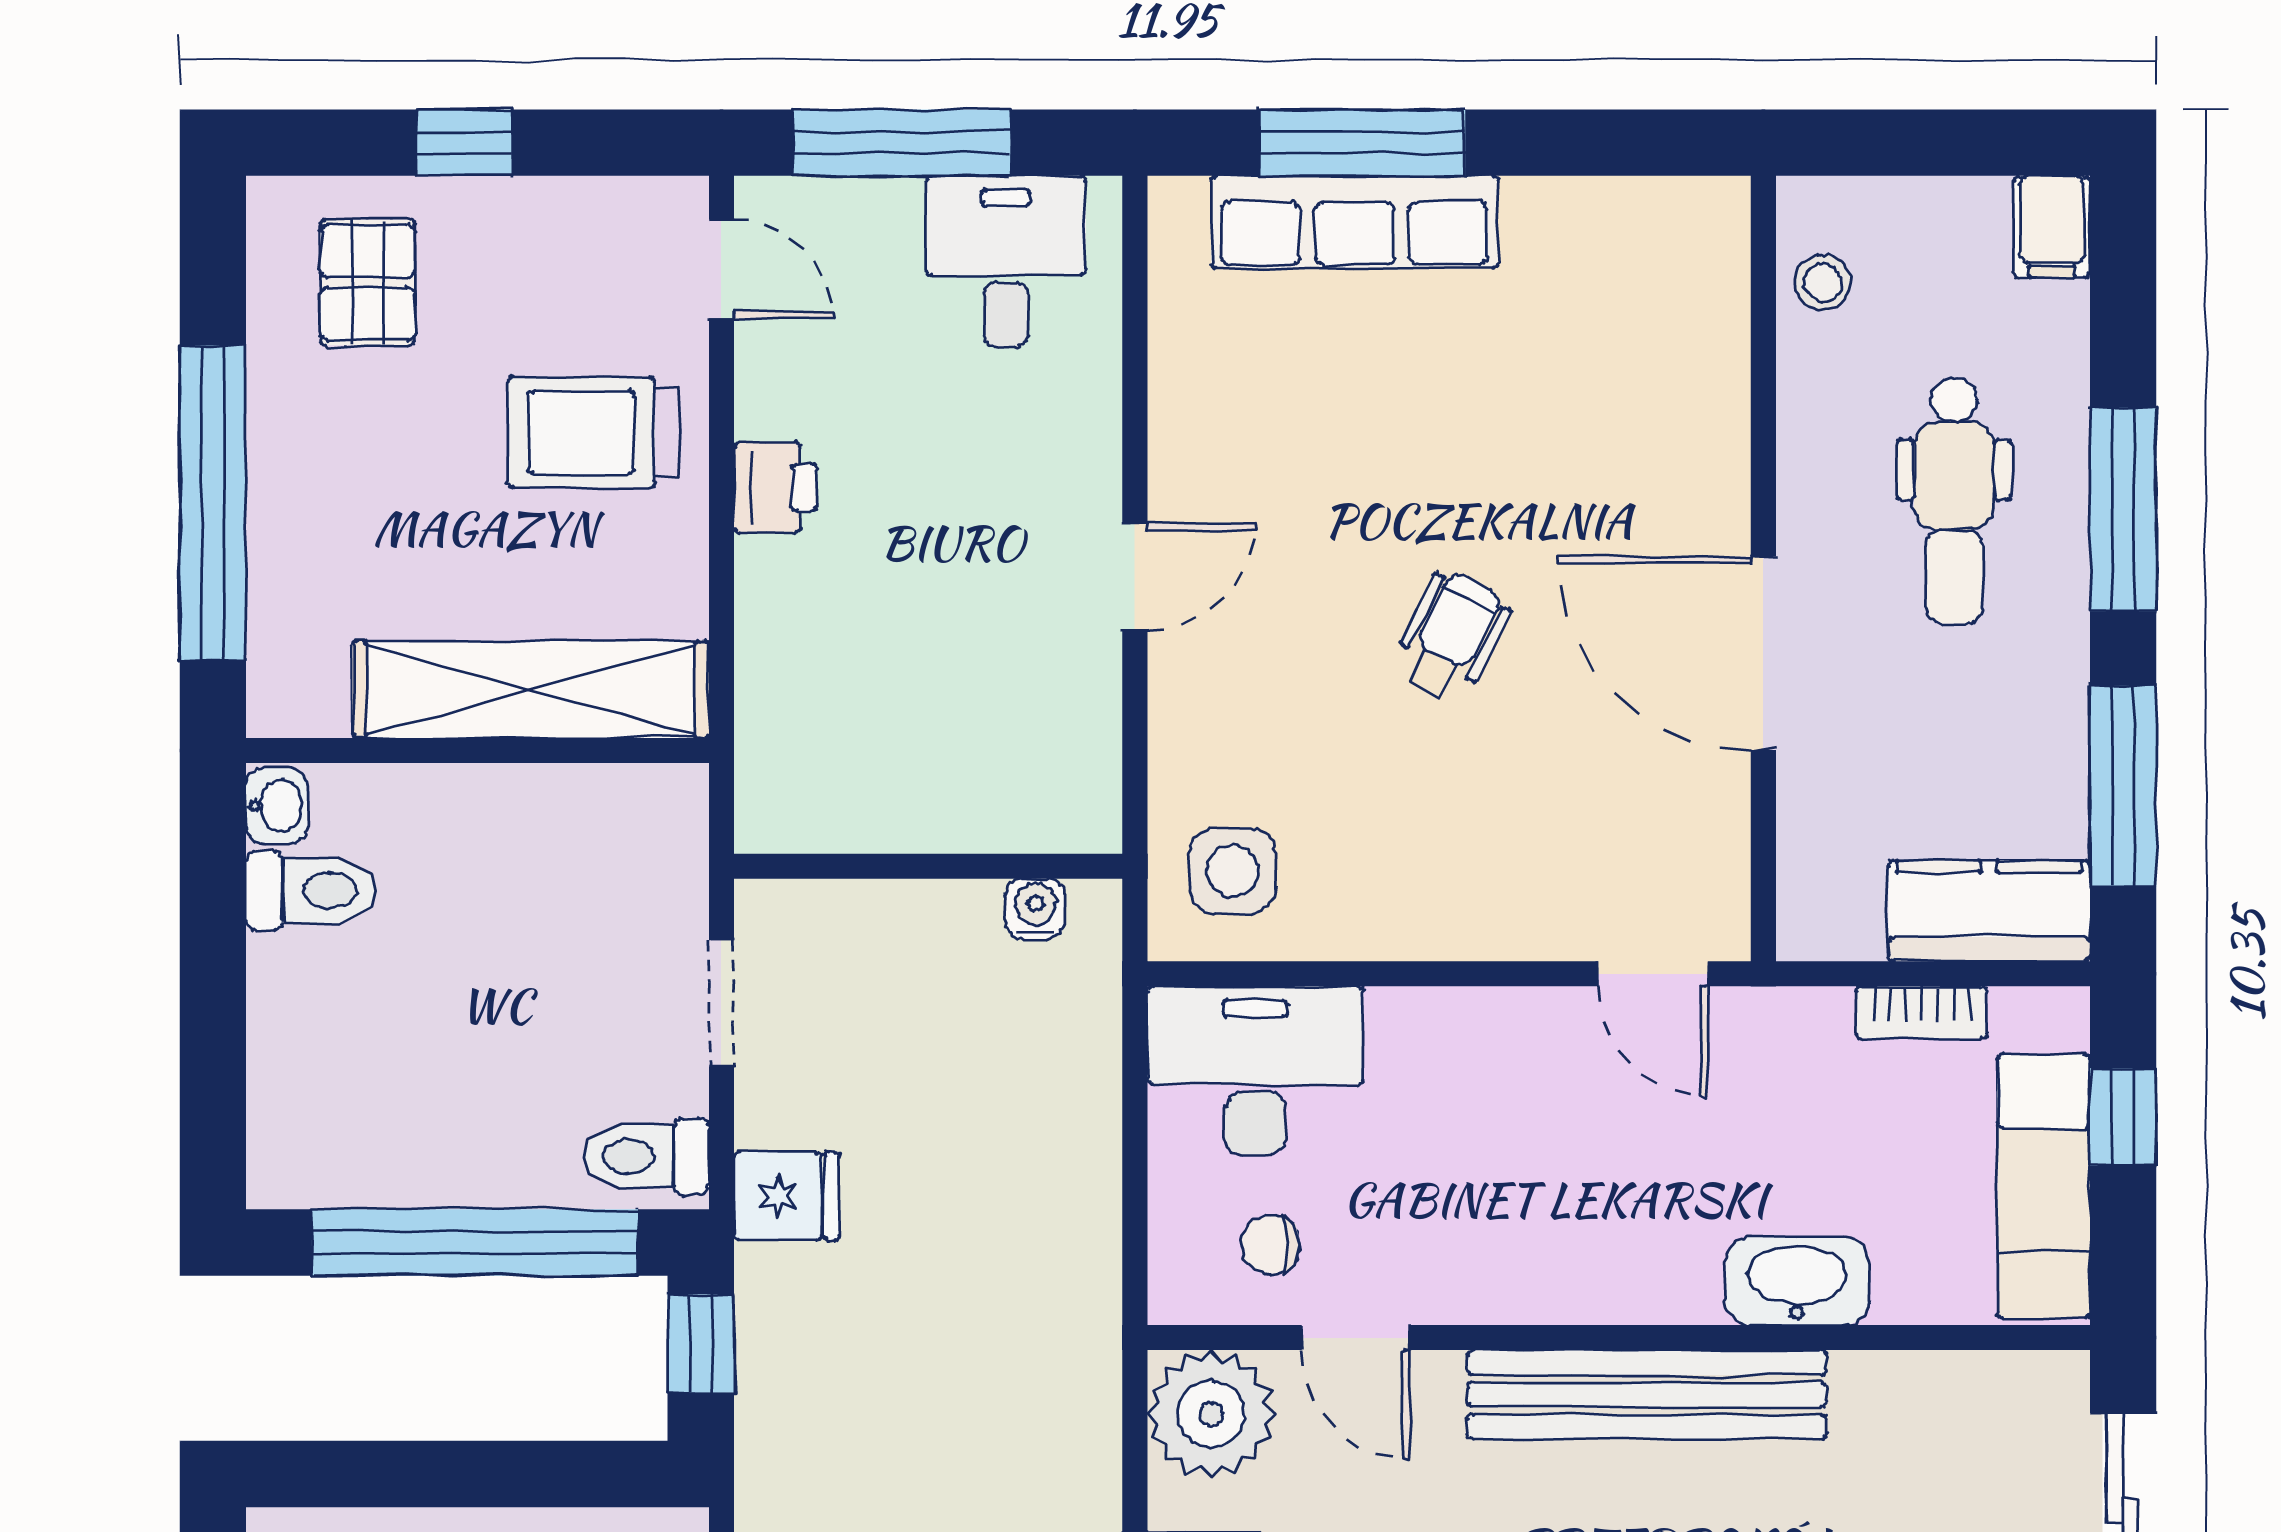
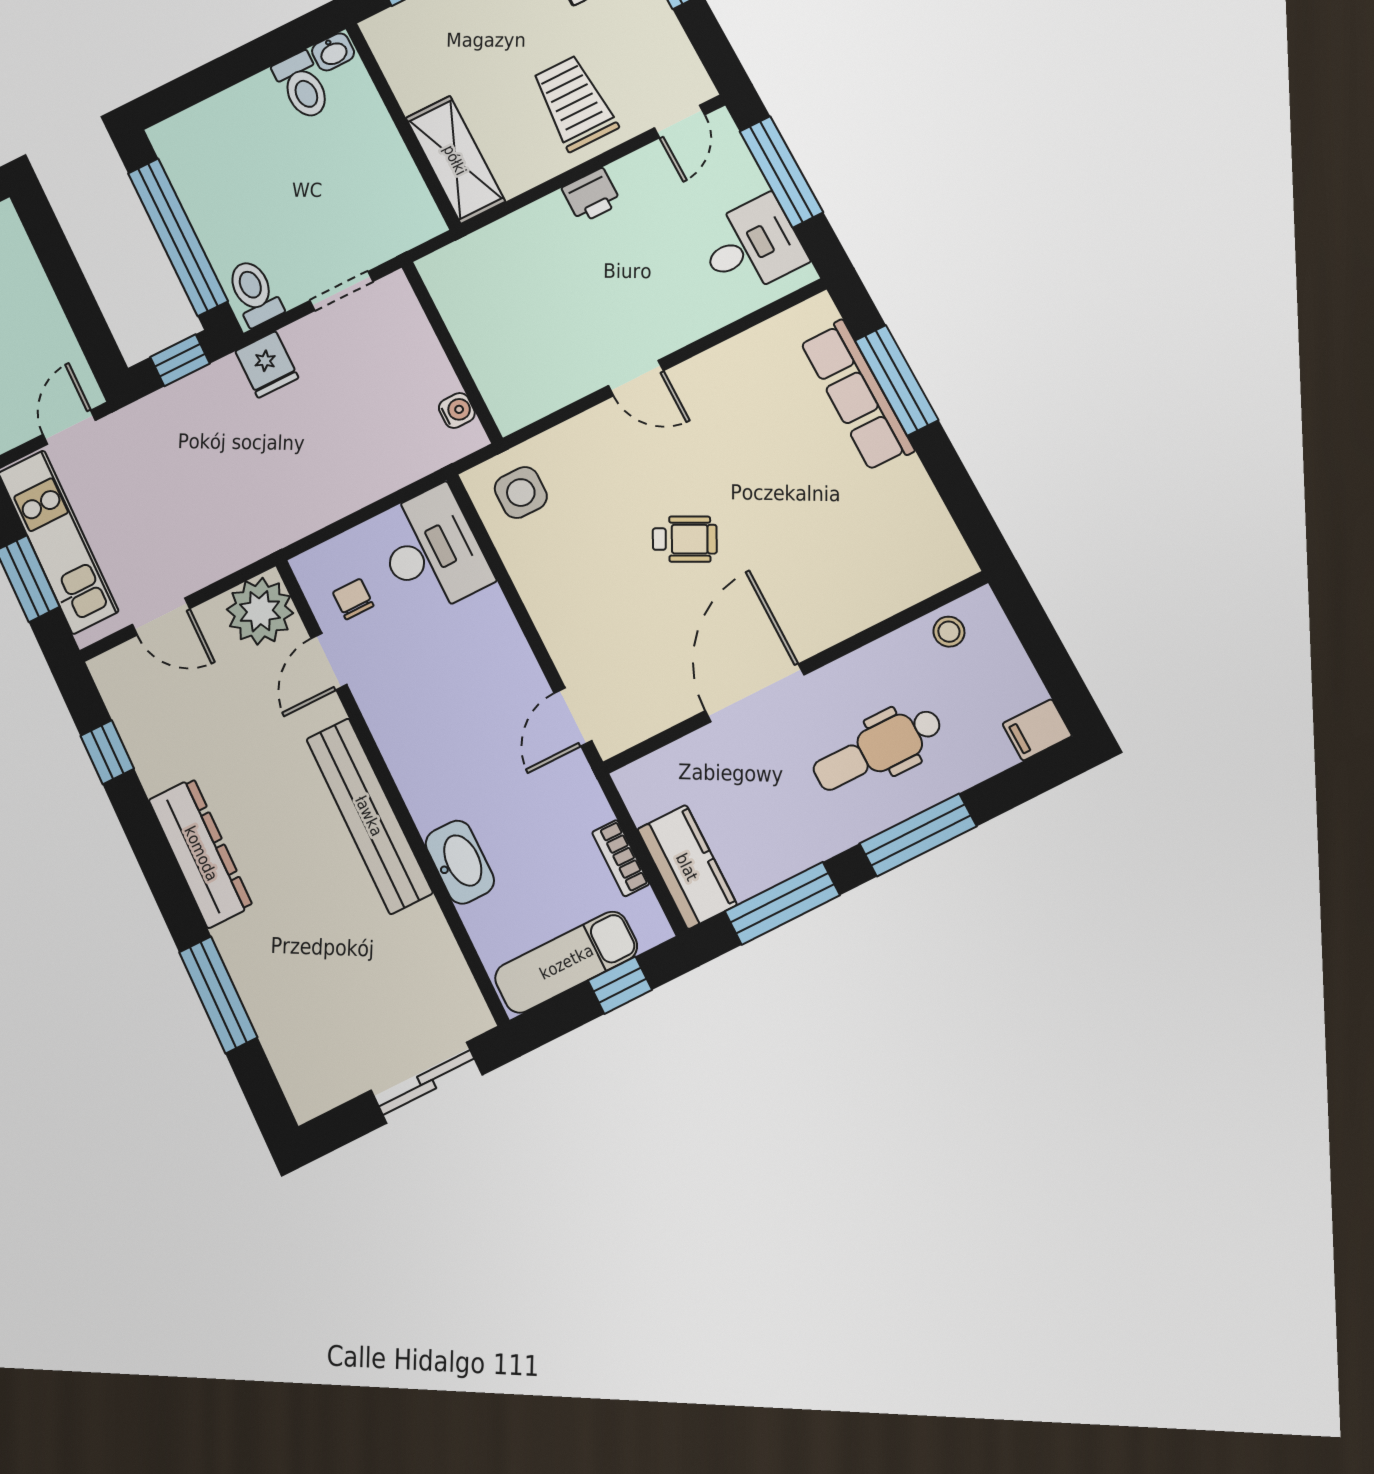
shelving: (531, 689) -> (455, 160), width x0.68

